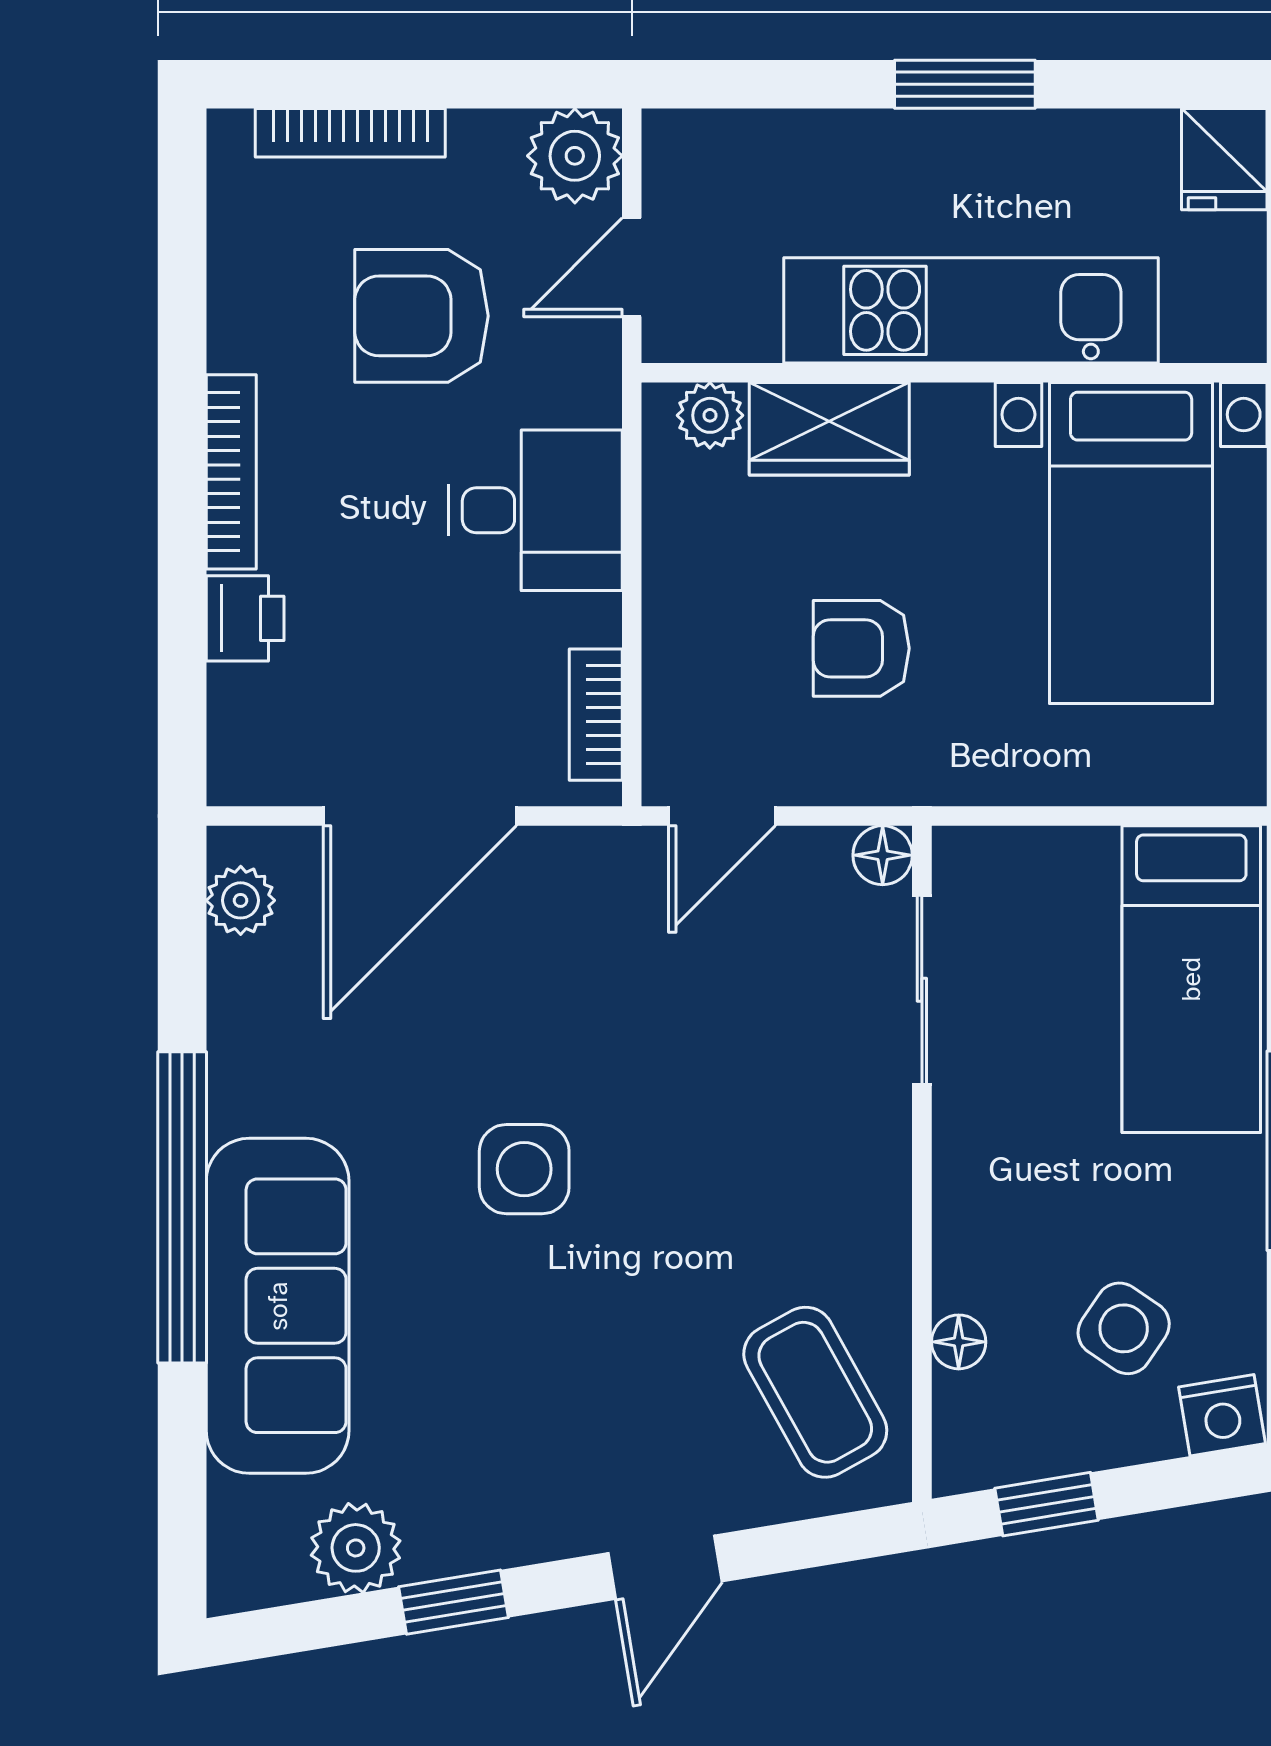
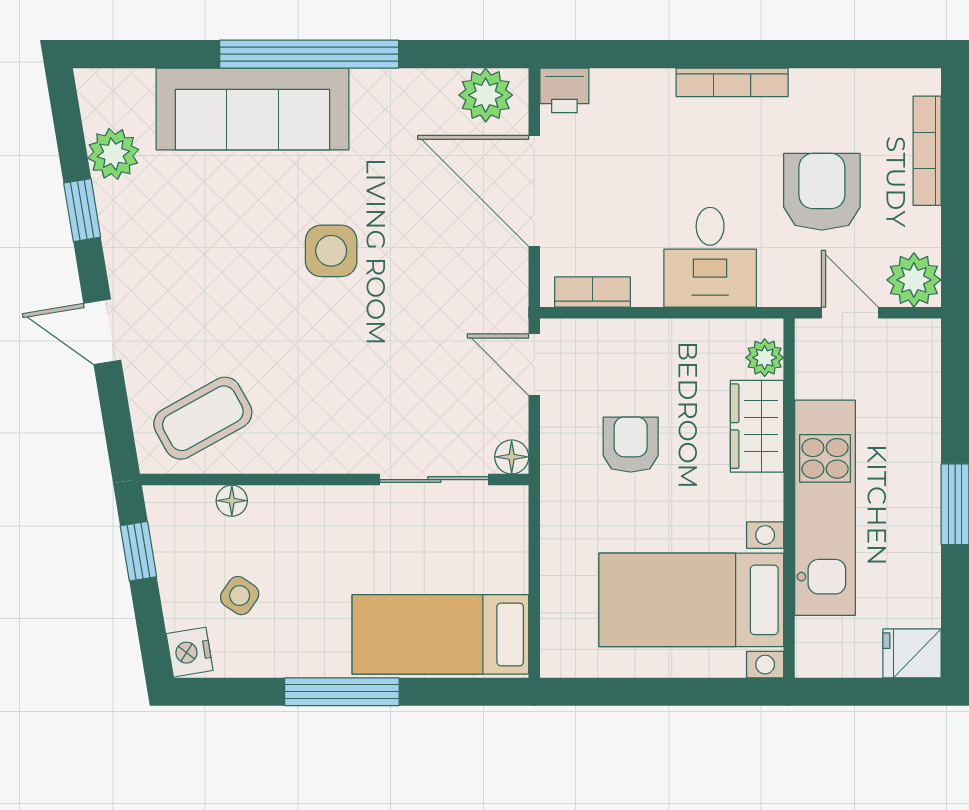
printer: (245, 618) -> (564, 90), moved
plant: (241, 900) -> (486, 95), width x1.38, depth x1.38
side table: (1124, 1328) -> (240, 596), width x0.73, depth x0.73

